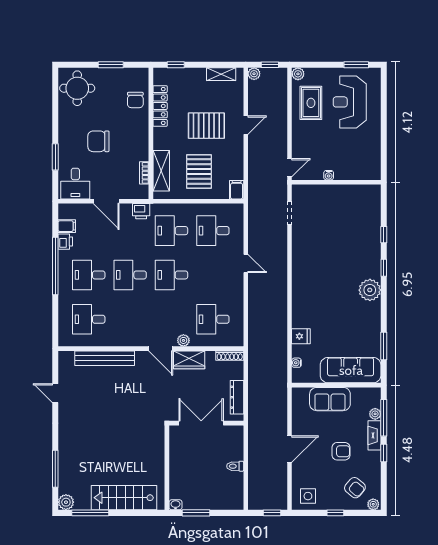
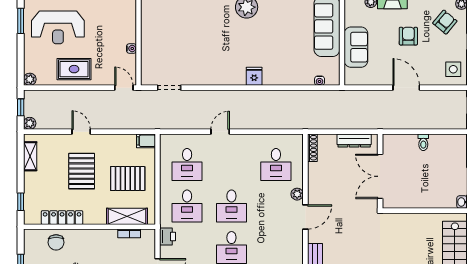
chair: (135, 100) -> (56, 242), turned 90
rug: (311, 103) -> (74, 69), moved
fridge: (301, 336) -> (254, 76), moved
wardrobe: (189, 360) -> (317, 188), removed

